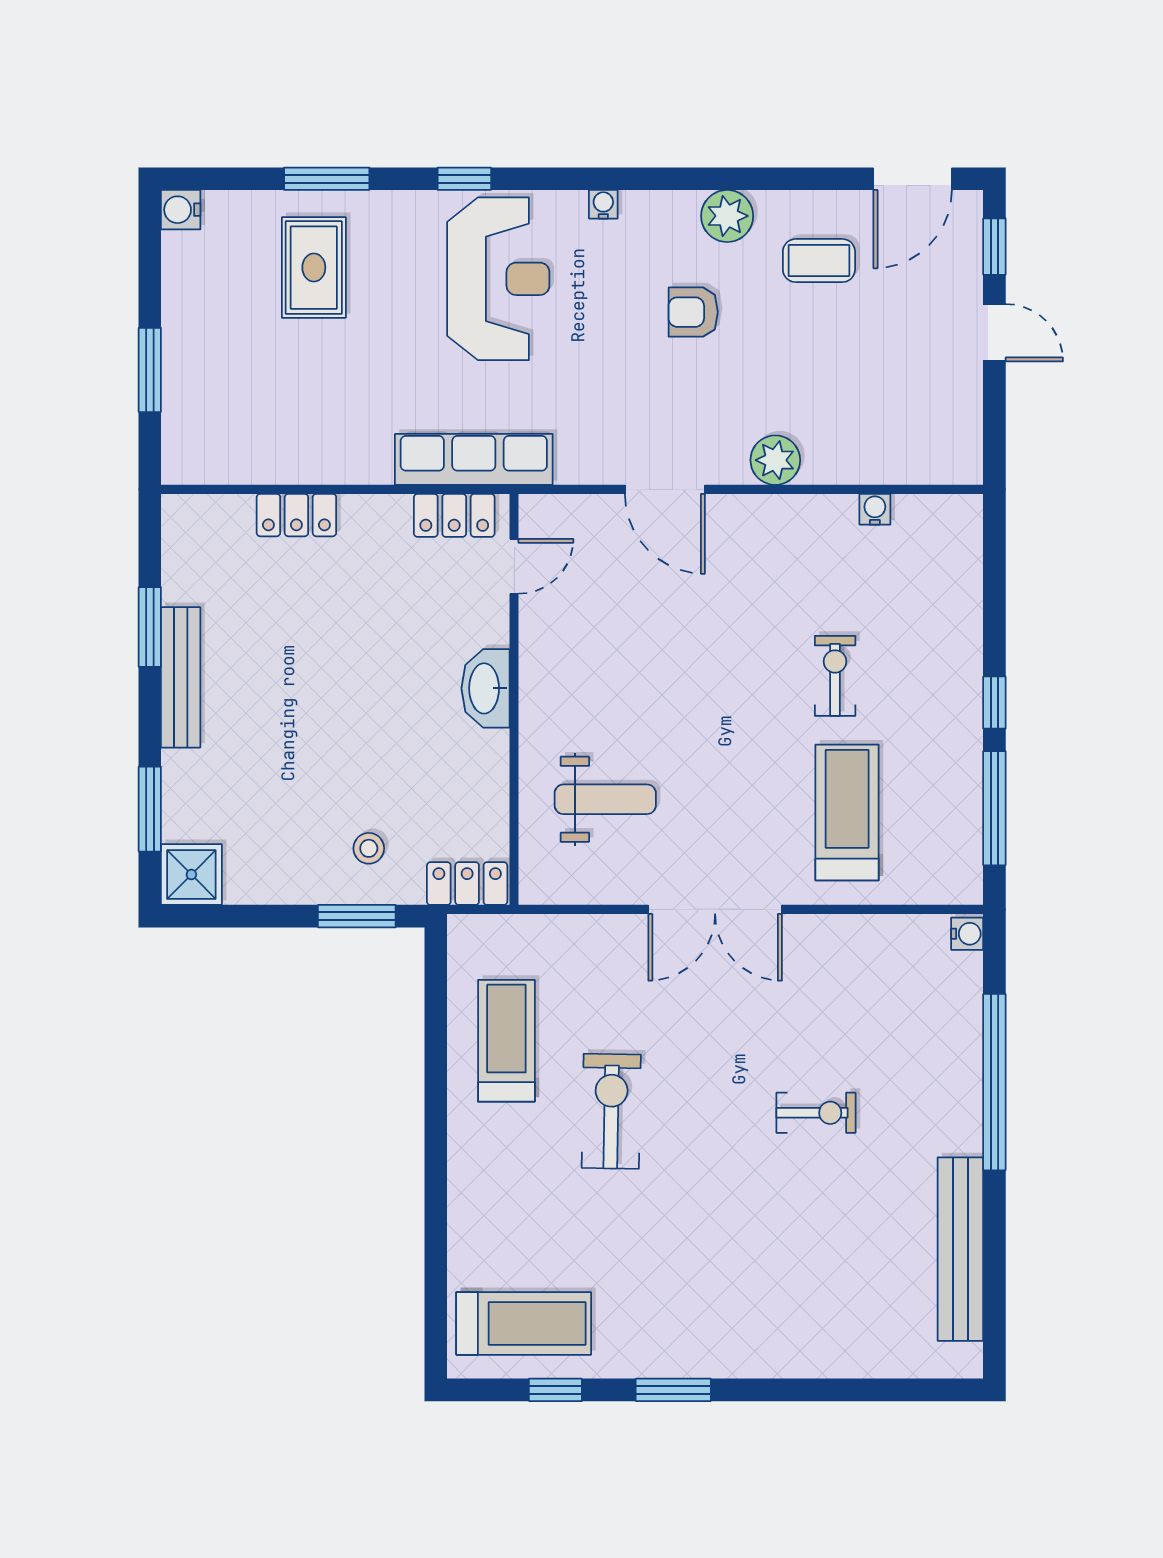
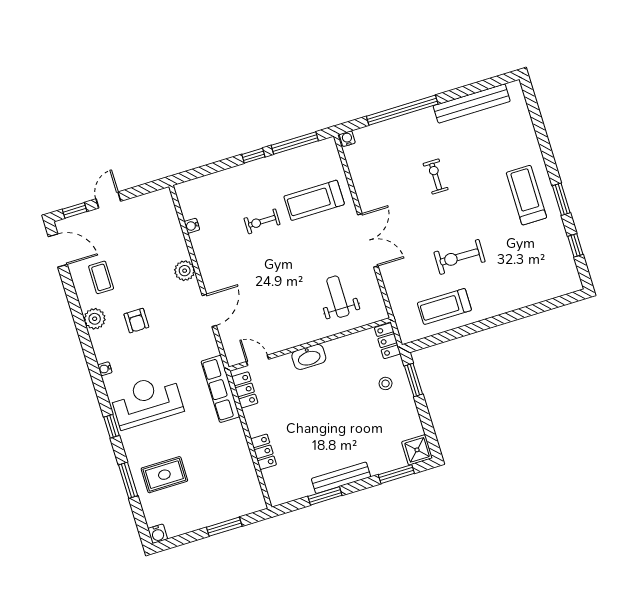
treadmill: (524, 1323) -> (526, 195), moved

